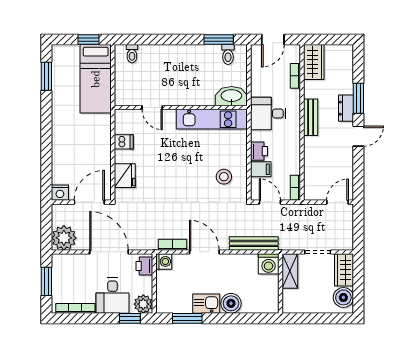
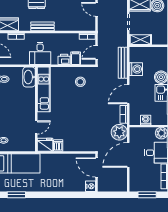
fridge: (125, 176) -> (45, 145), moved
plant: (64, 238) -> (119, 132), moved
washing machine: (164, 261) -> (146, 120), moved
washing machine: (269, 264) -> (136, 69), moved
printer: (144, 266) -> (137, 132), removed

